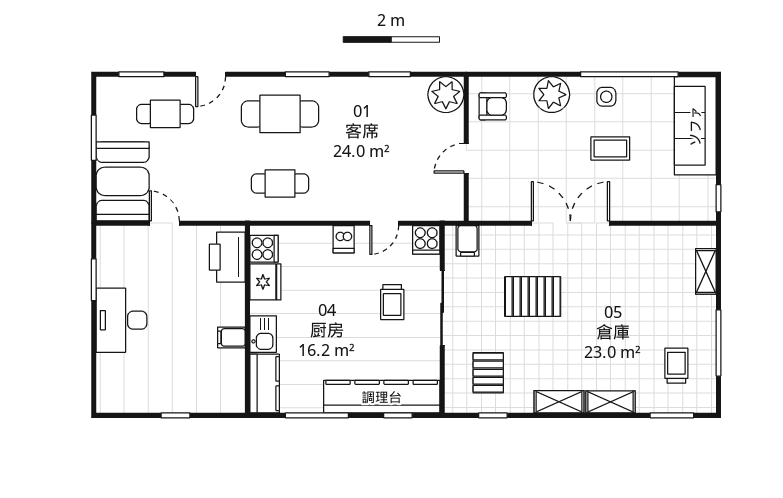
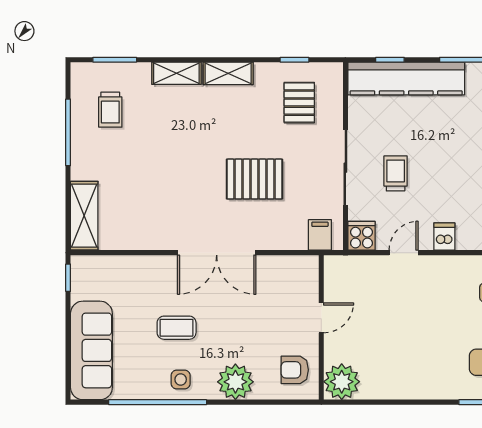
window: (390, 74) -> (398, 402), removed
shelving: (706, 271) -> (84, 216), width x1.50, depth x1.33

